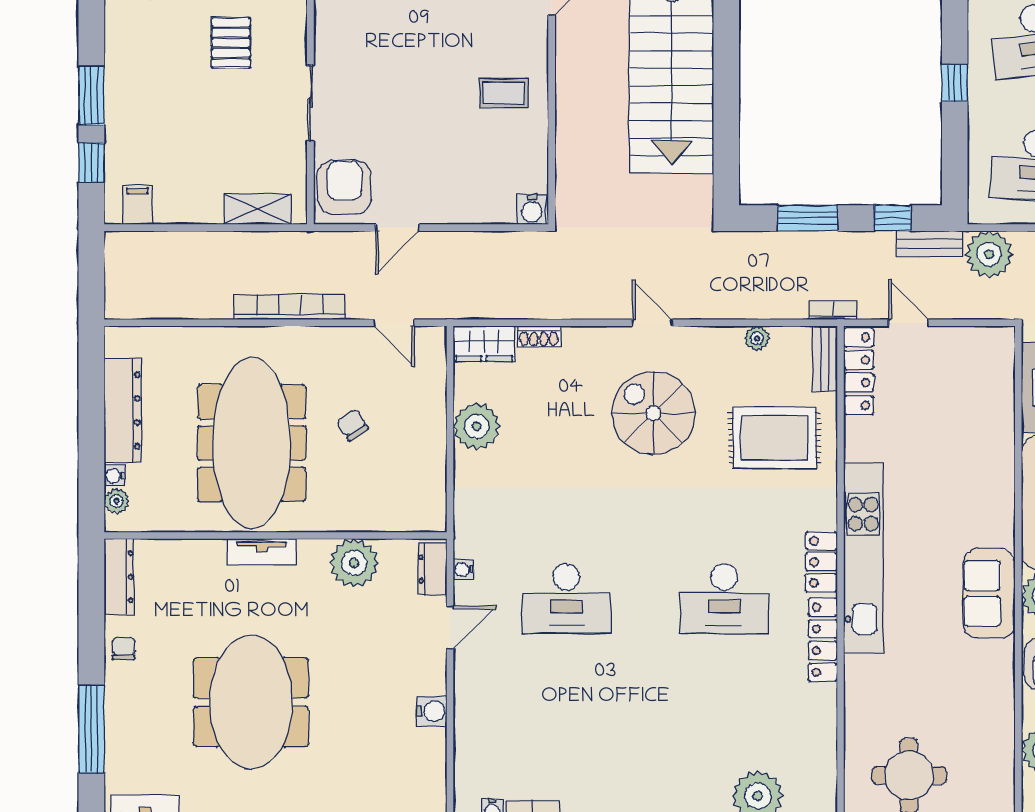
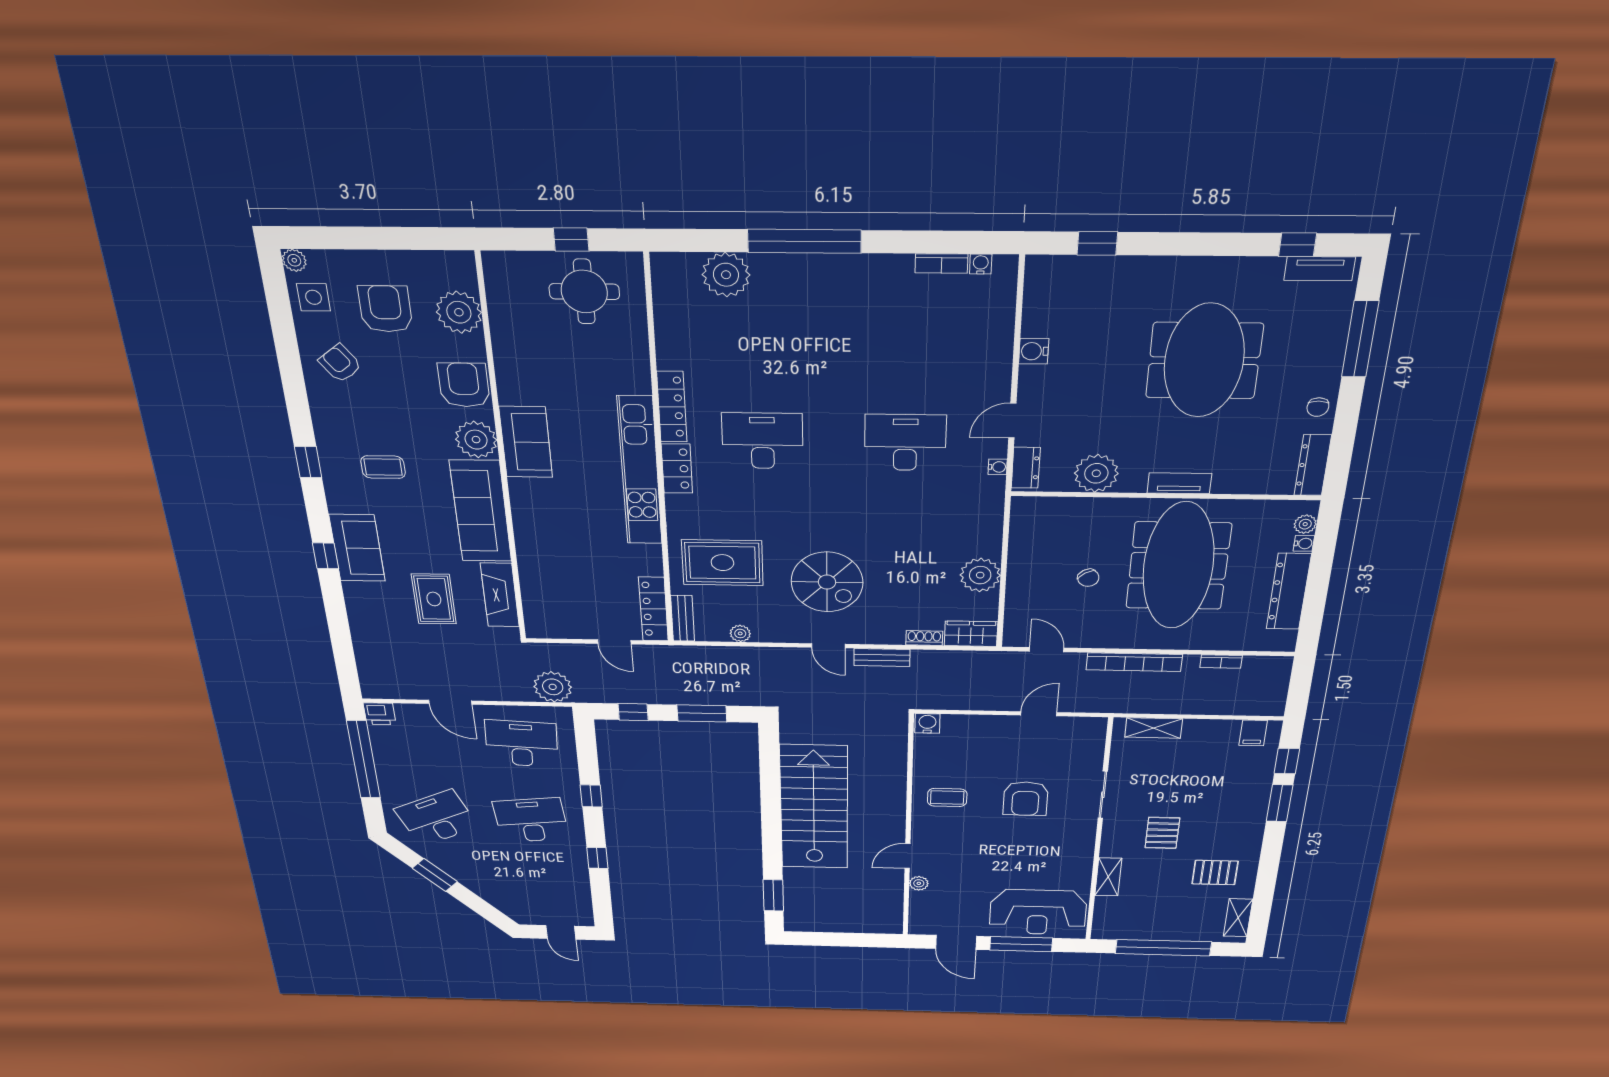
armchair: (344, 187) -> (1026, 799), moved
bench: (930, 243) -> (882, 658), moved
bookcase: (833, 310) -> (1221, 662), moved

